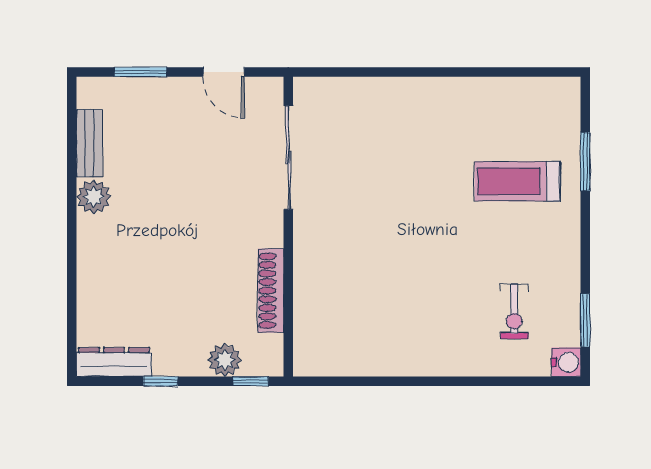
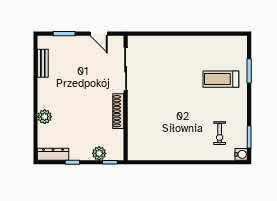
plant: (94, 197) -> (45, 117), moved
shoe rack: (271, 291) -> (118, 111), moved

